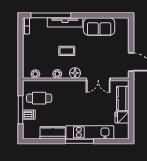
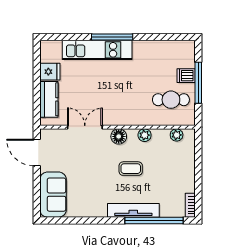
sofa: (99, 27) -> (53, 195), moved, turned 90
kitchen counter: (53, 133) -> (151, 49), removed

